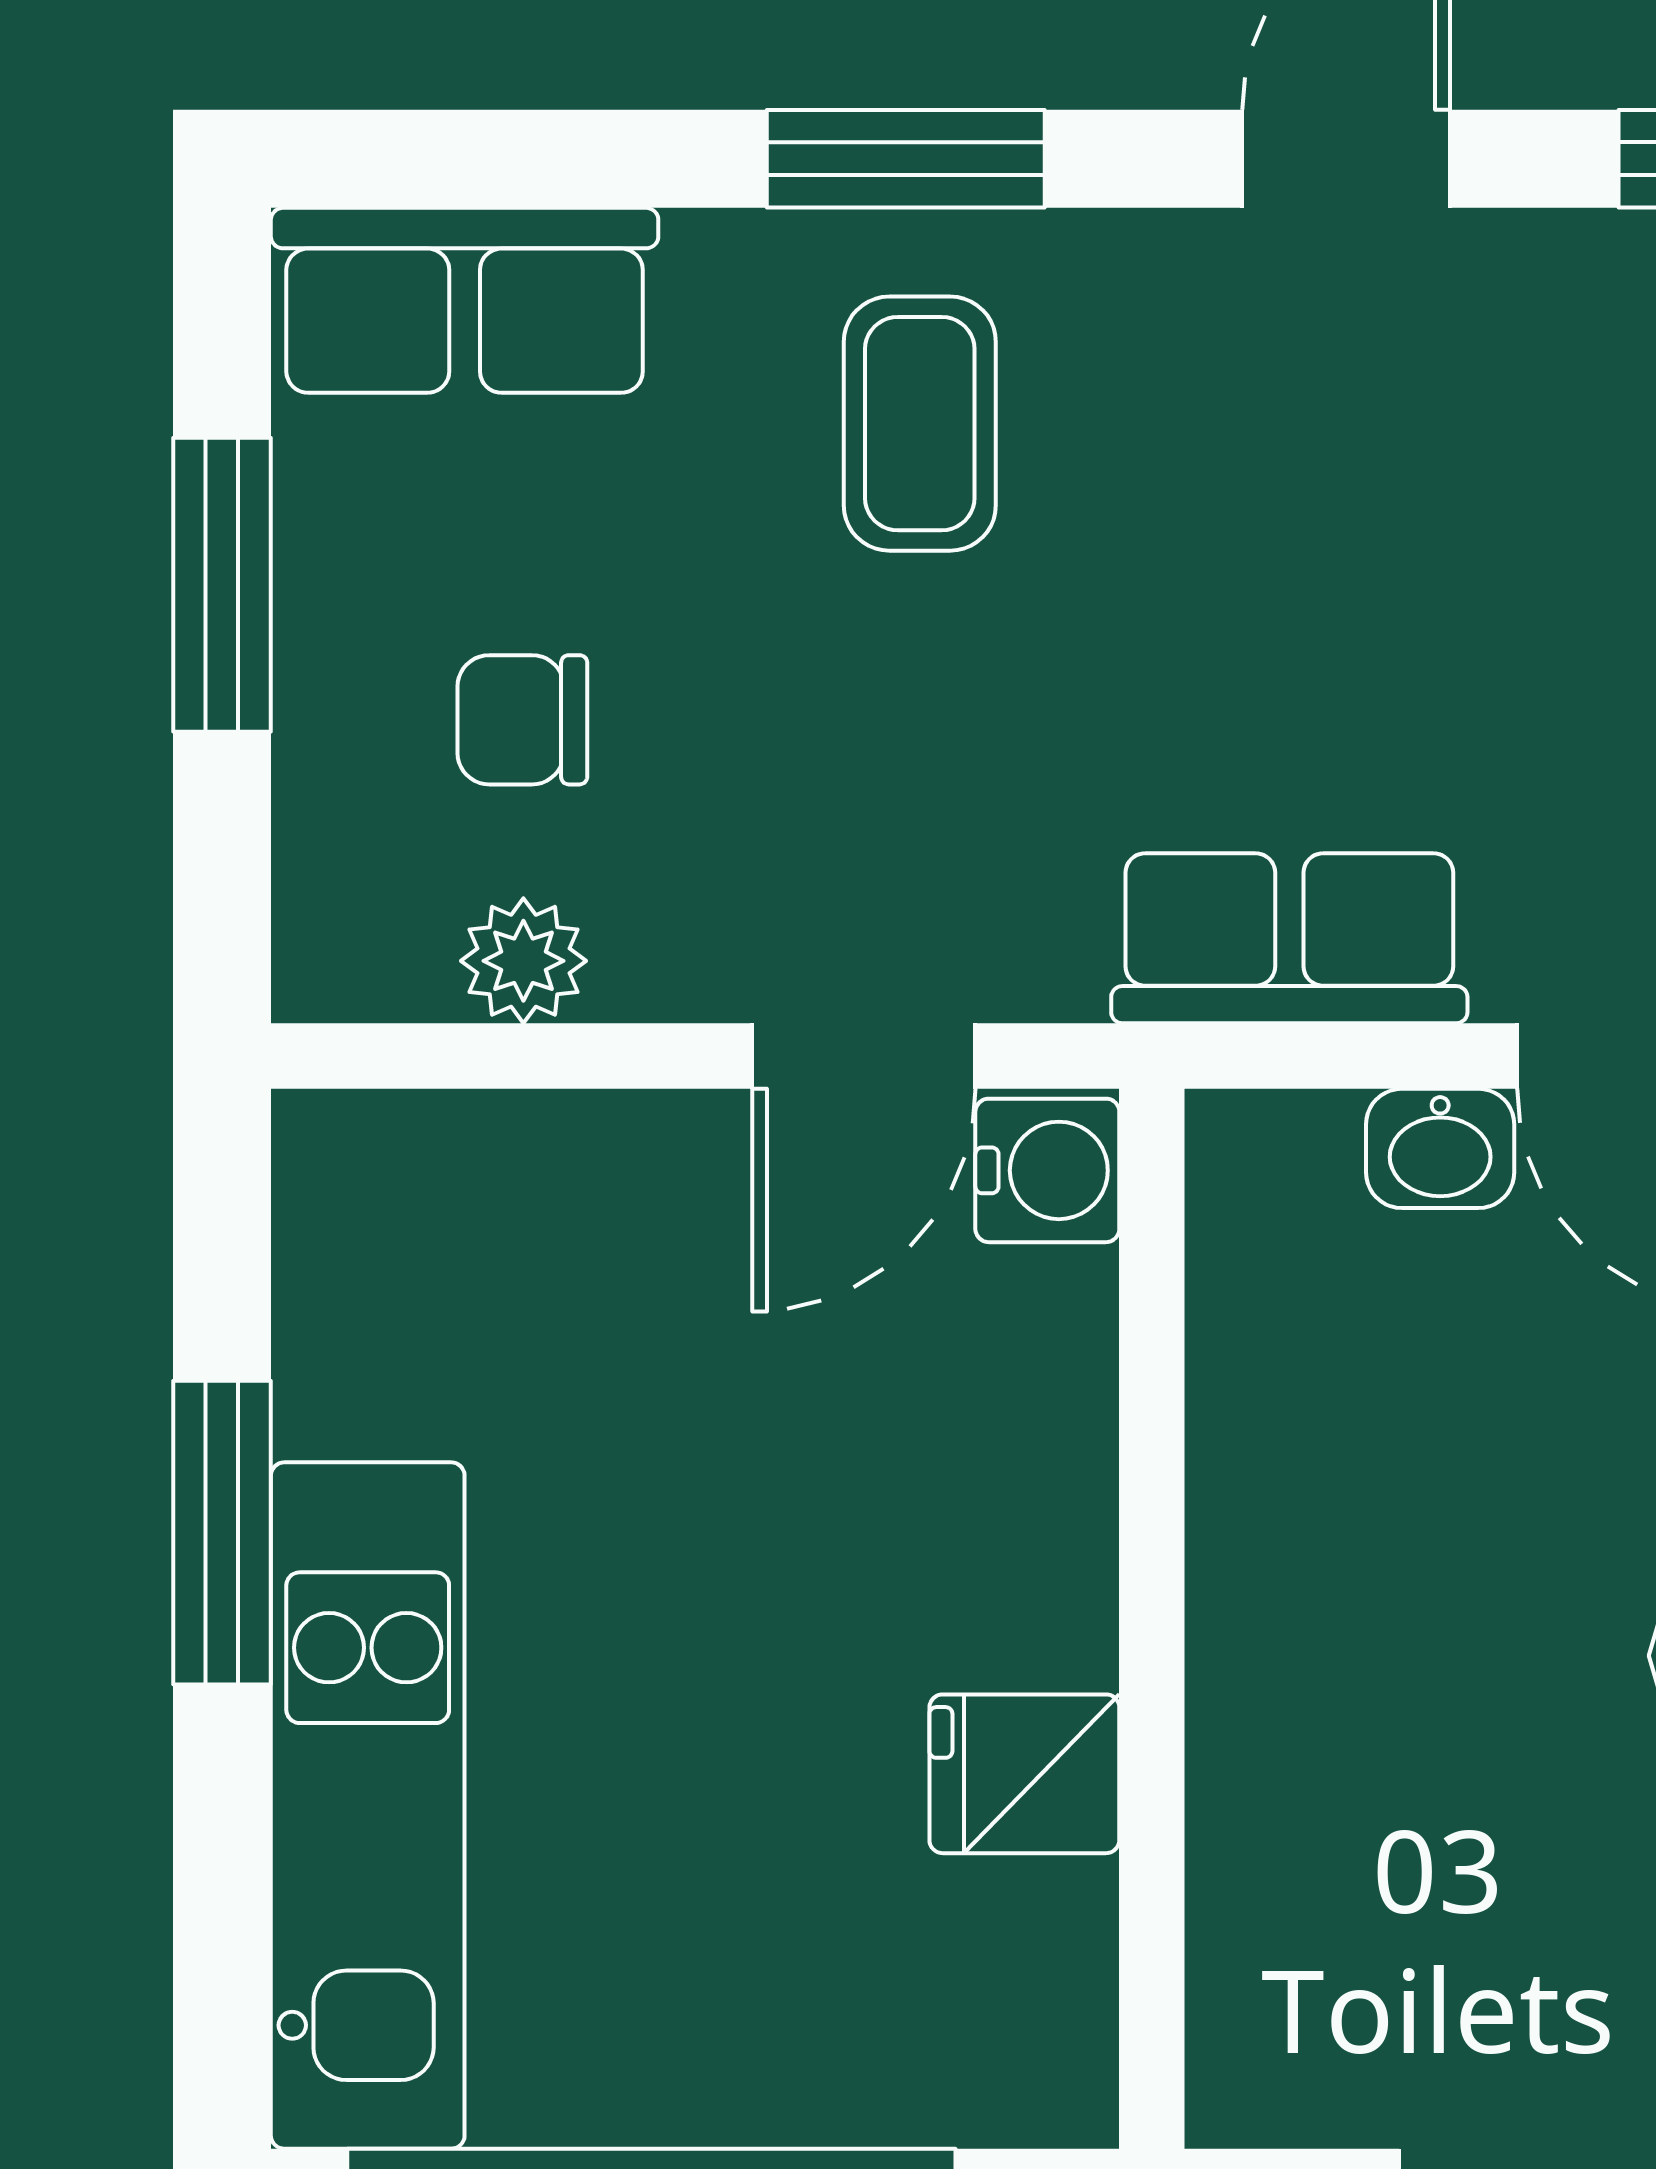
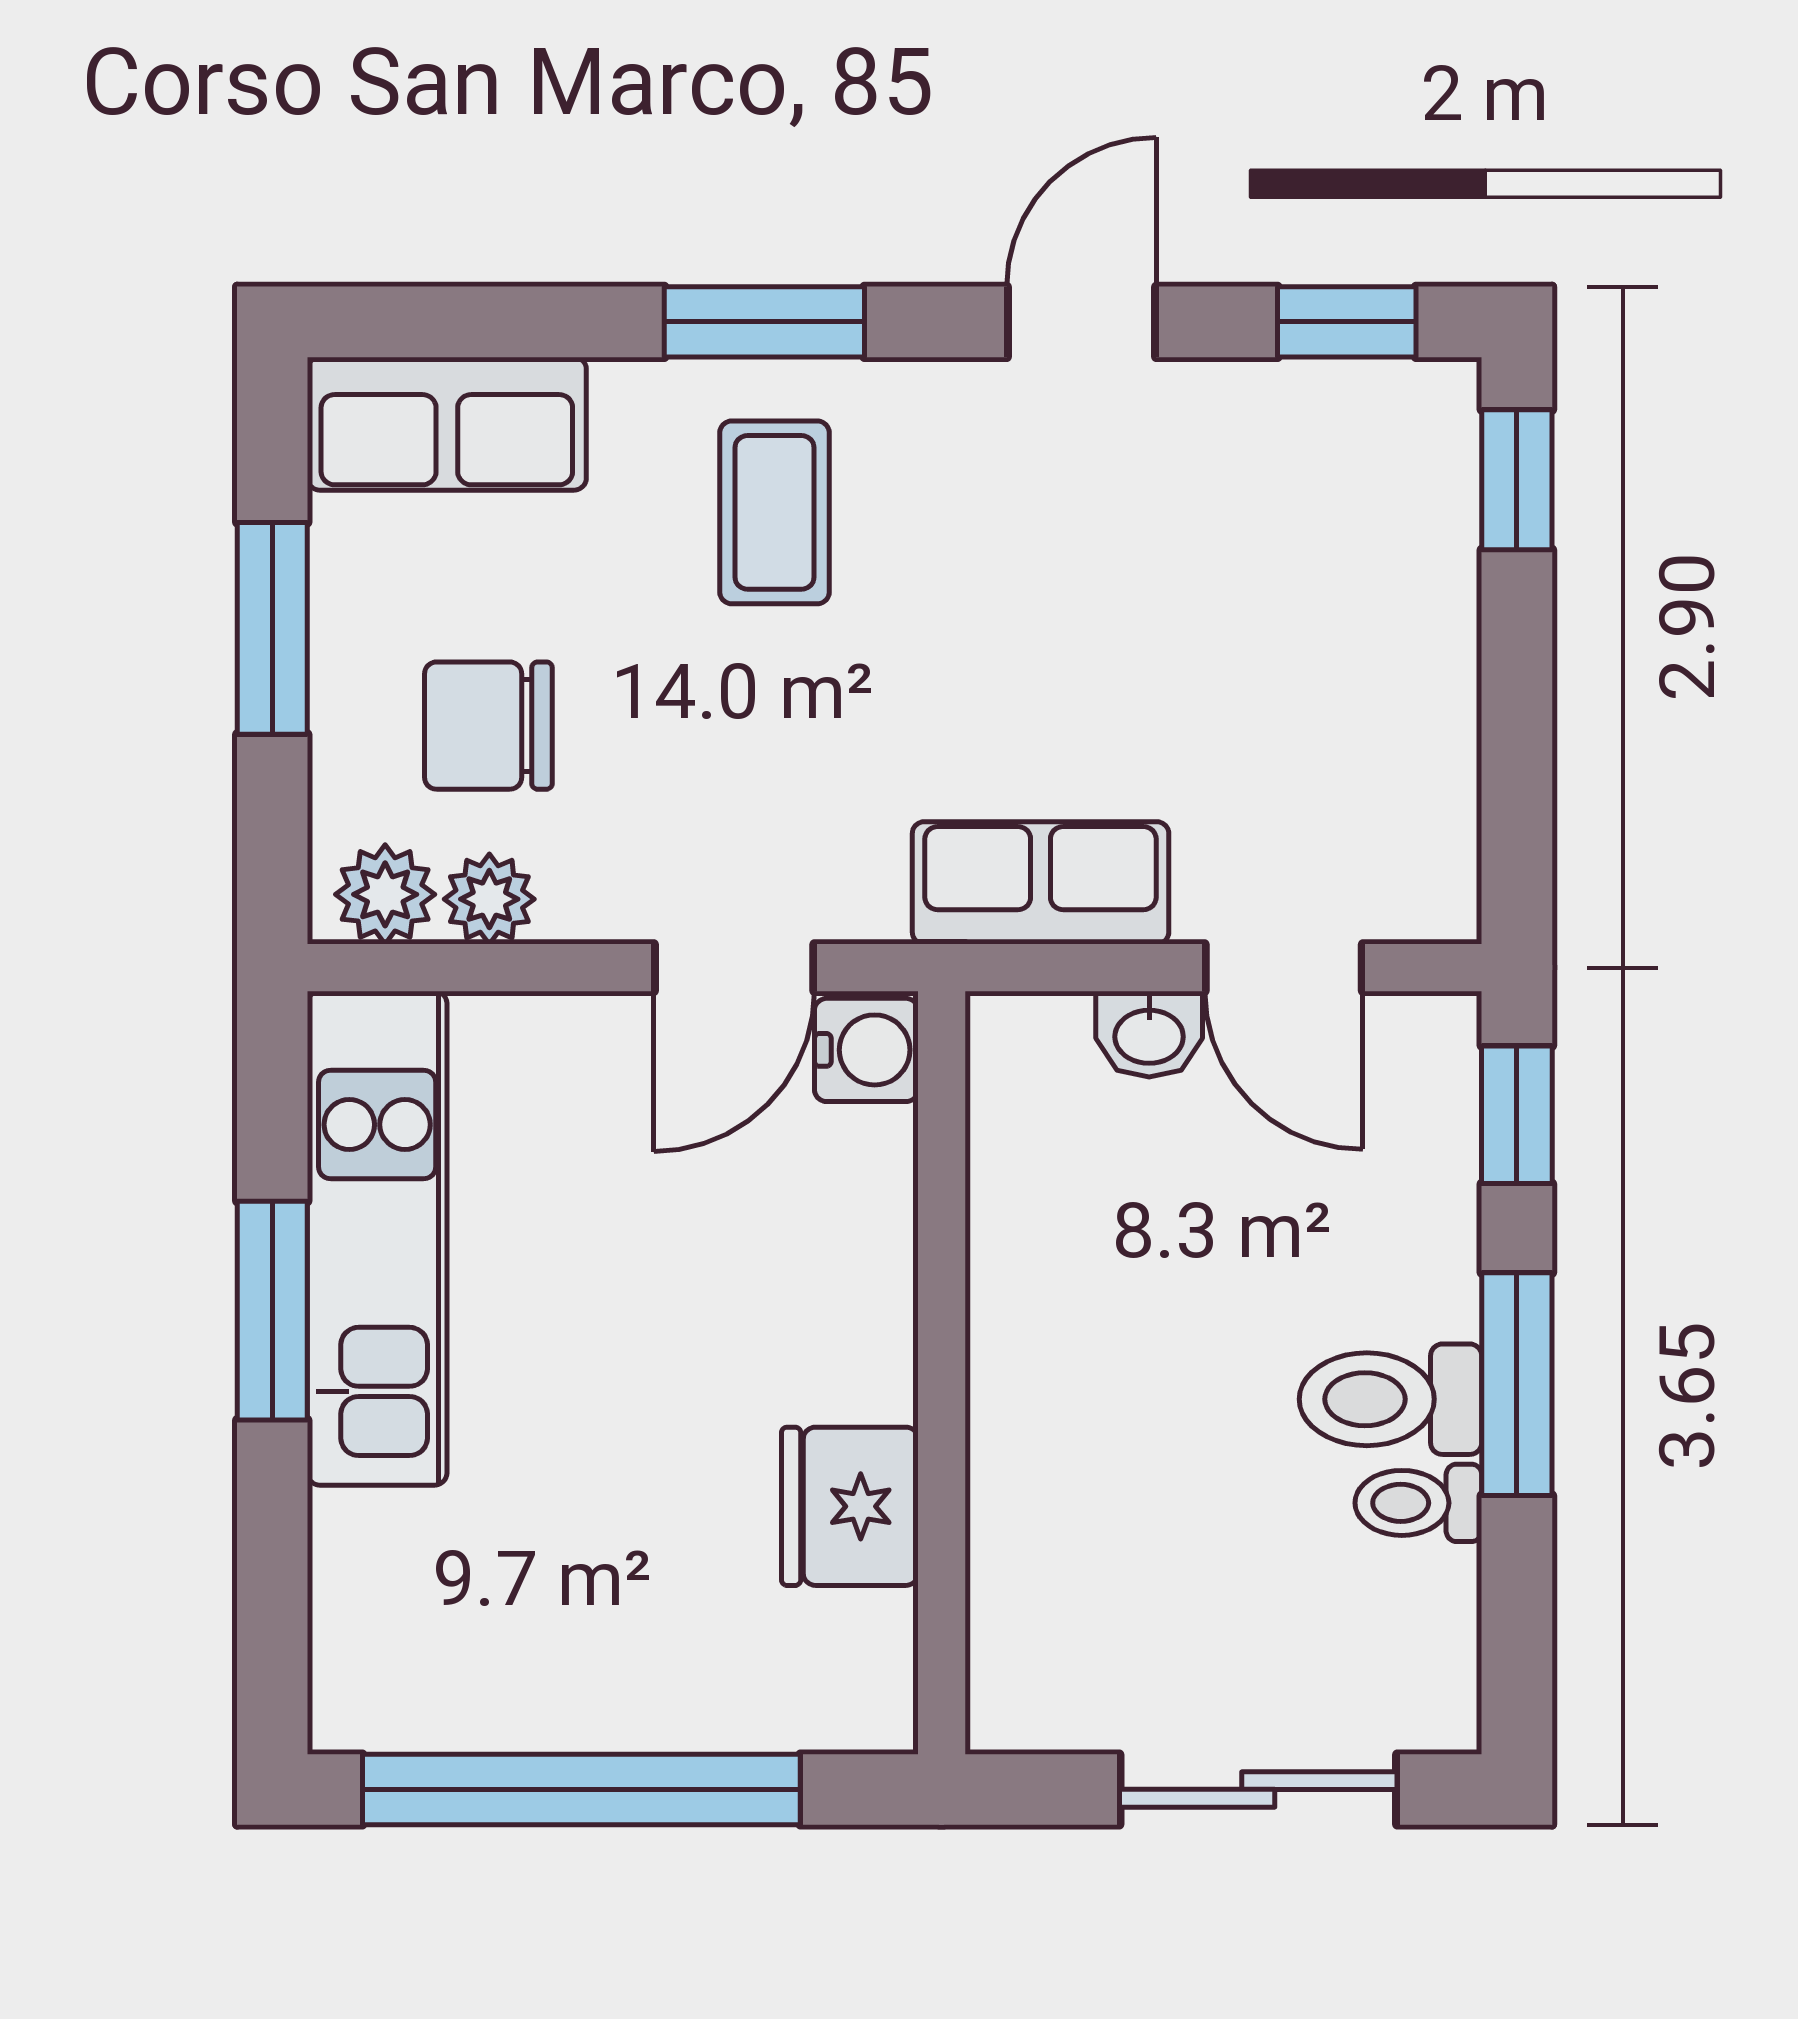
chair: (522, 720) -> (488, 726), width x1.37, depth x1.37
plant: (379, 954) -> (385, 894), added
fridge: (1024, 1774) -> (850, 1506), width x1.38
kitchen unit: (368, 1806) -> (377, 1238), moved

